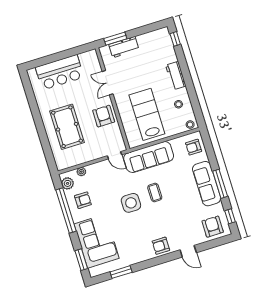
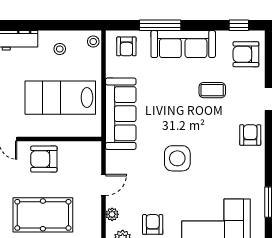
door: (115, 155) -> (103, 185), moved
window: (220, 184) -> (160, 25), moved
coffee table: (155, 193) -> (212, 90), moved
armchair: (161, 246) -> (250, 135), turned 180

